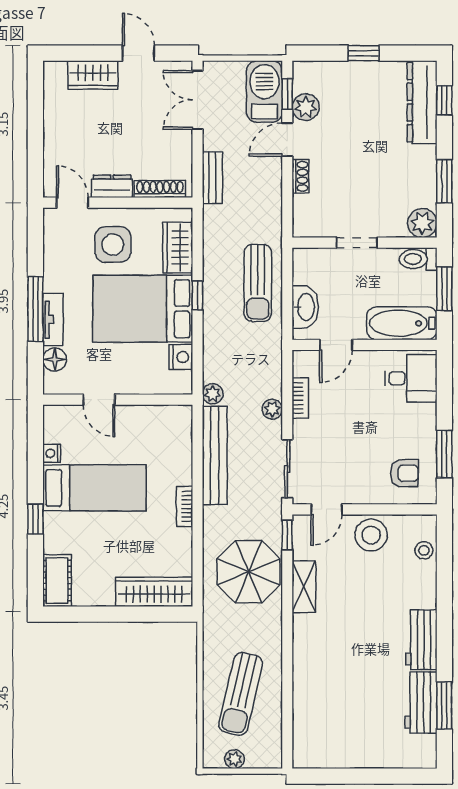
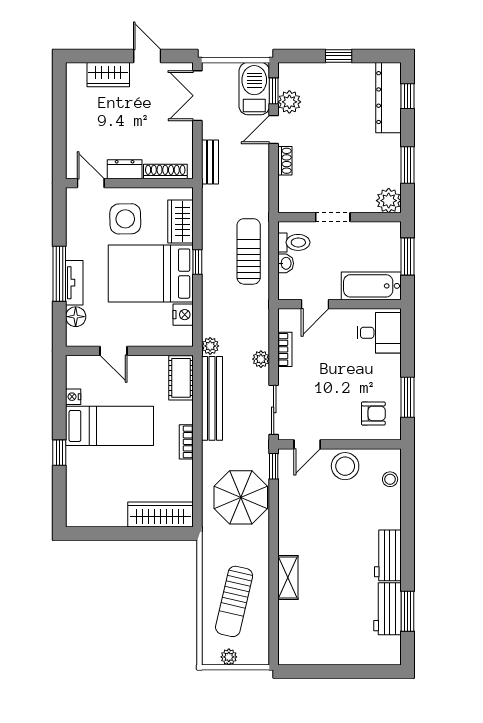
toilet: (418, 259) -> (294, 242), moved, turned 180
sun lounger: (258, 283) -> (249, 251), turned 180
washbasin: (305, 307) -> (286, 263), width x0.52, depth x0.69
cot: (57, 581) -> (181, 378), moved
shelving: (304, 587) -> (288, 577), moved

